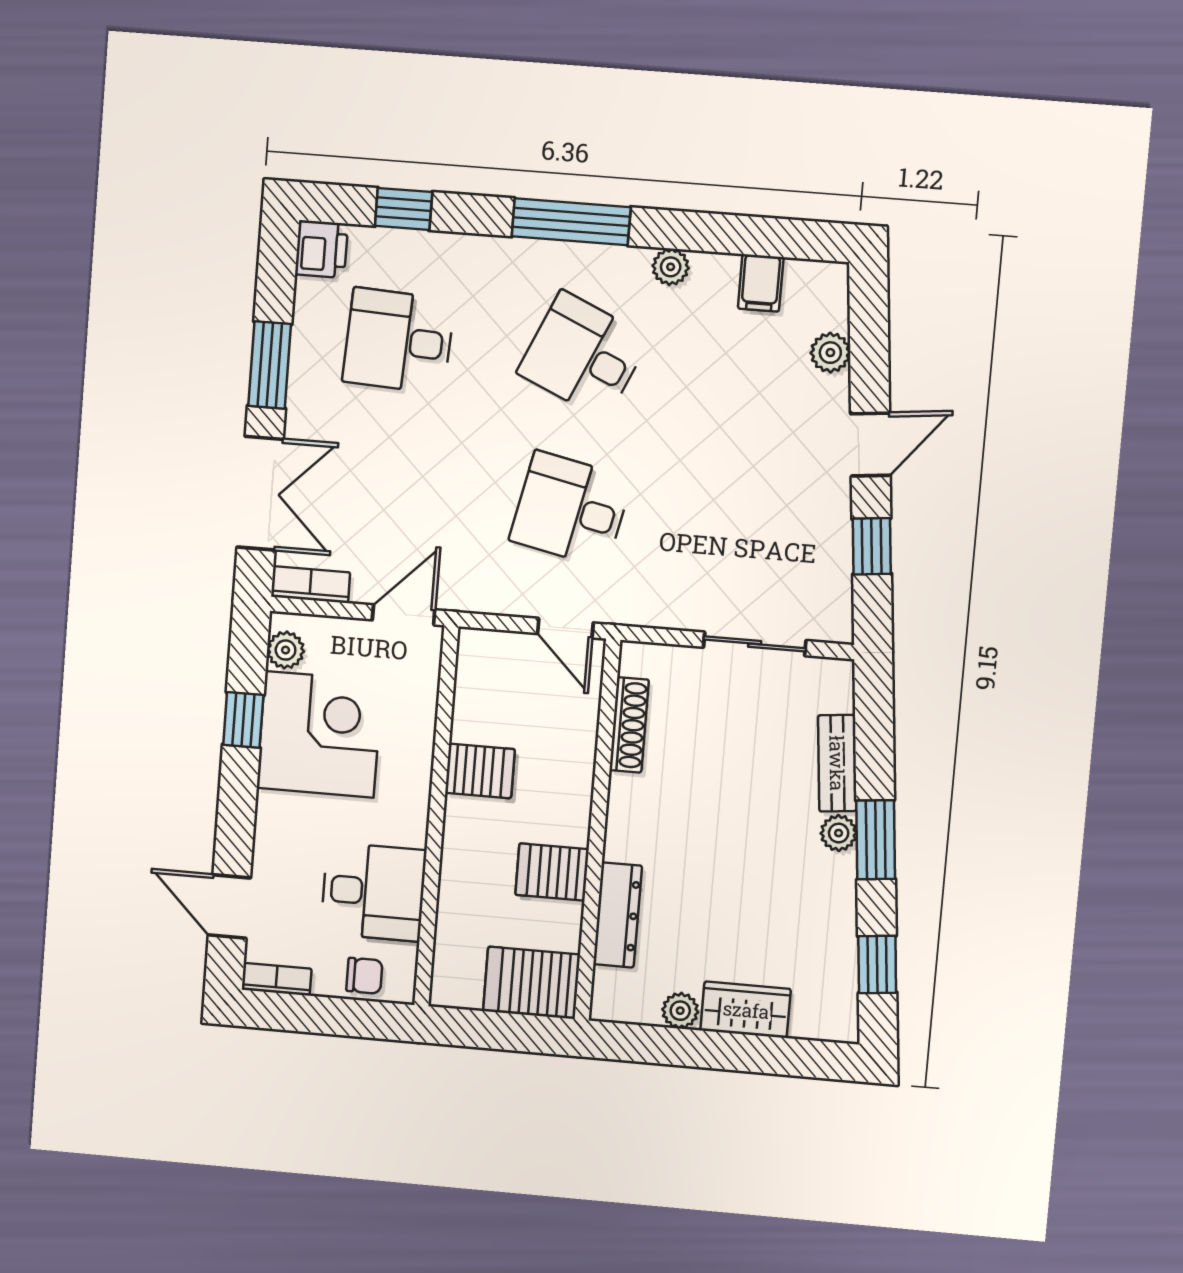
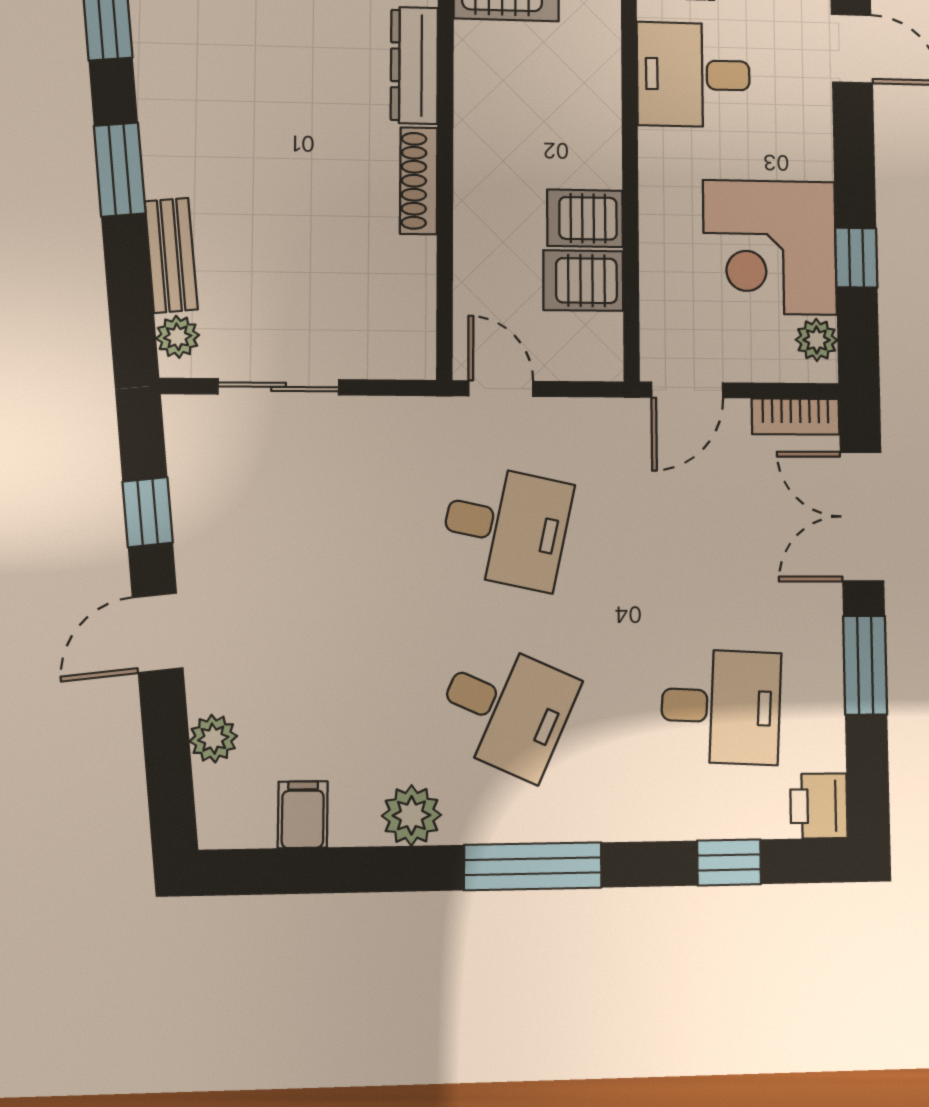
plant: (671, 267) -> (411, 815), width x1.38, depth x1.38
shoe rack: (629, 725) -> (419, 181), moved
plant: (839, 833) -> (178, 337), moved
server rack: (552, 872) -> (583, 281), moved, turned 180

